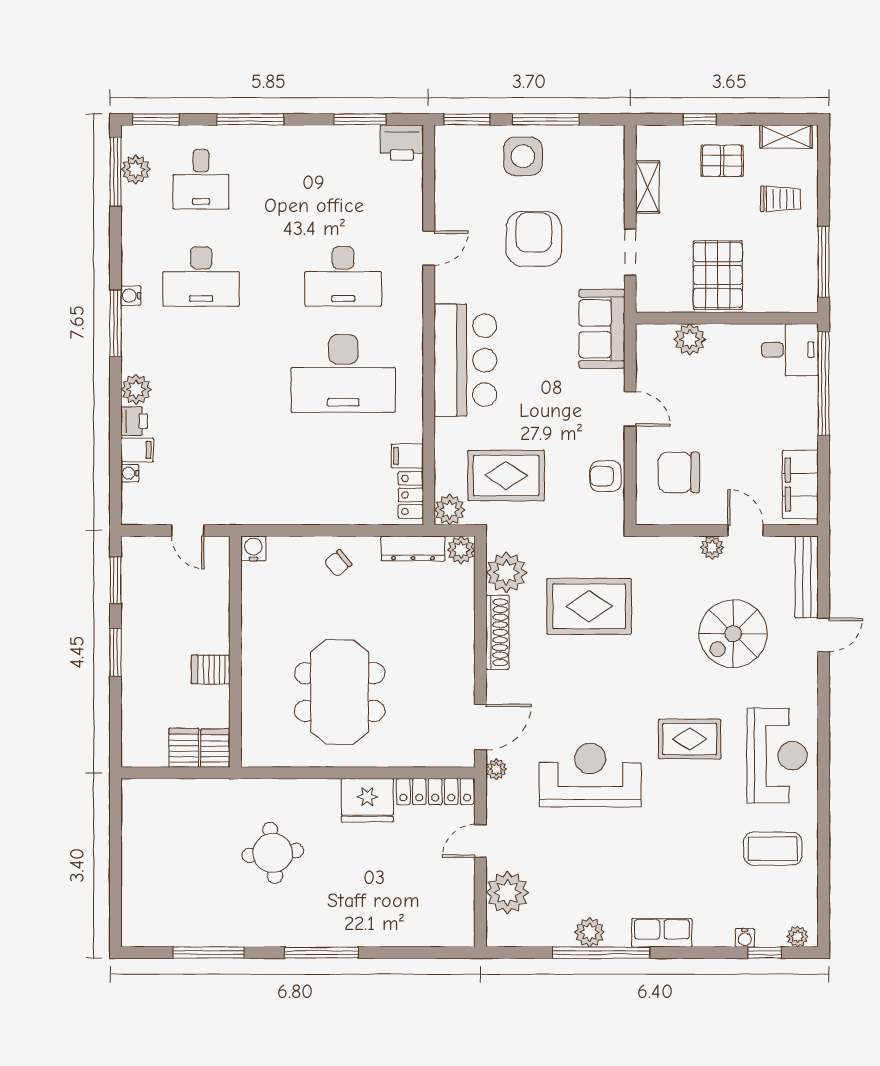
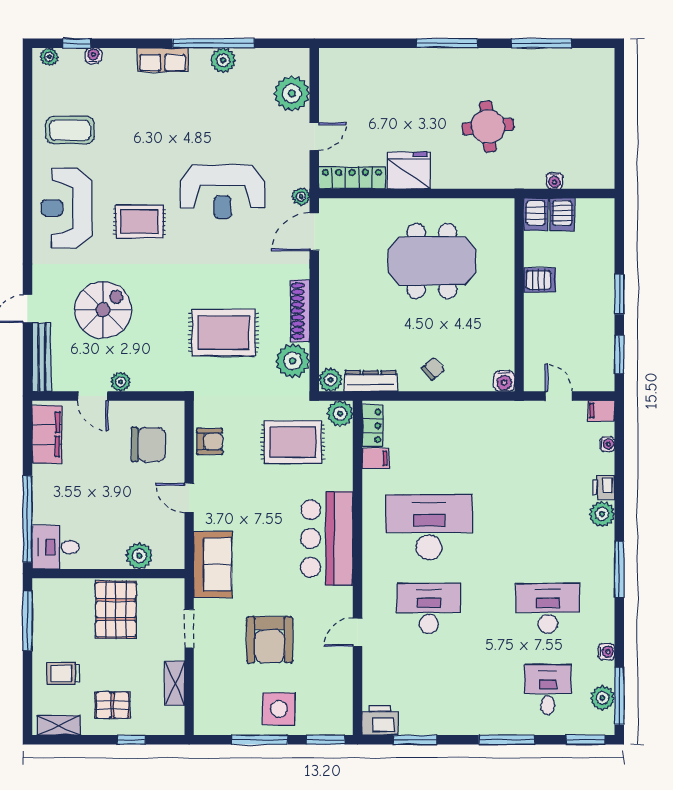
water cooler: (131, 296) -> (606, 652), moved
filing cabinet: (137, 450) -> (601, 411), moved
meeting table: (340, 692) -> (432, 261), turned 90
water cooler: (193, 788) -> (555, 181), added

